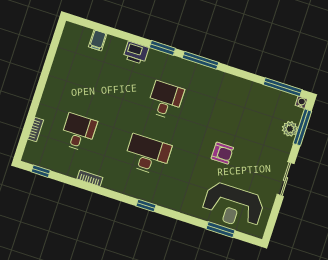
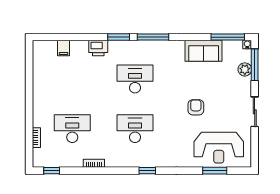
sofa: (251, 94) -> (204, 51), added
desk: (165, 100) -> (135, 79), width x1.37
desk: (78, 132) -> (72, 129), width x1.37
armchair: (222, 153) -> (196, 107), turned -90

